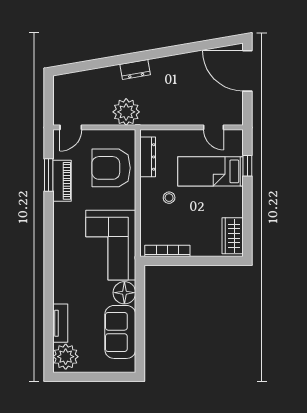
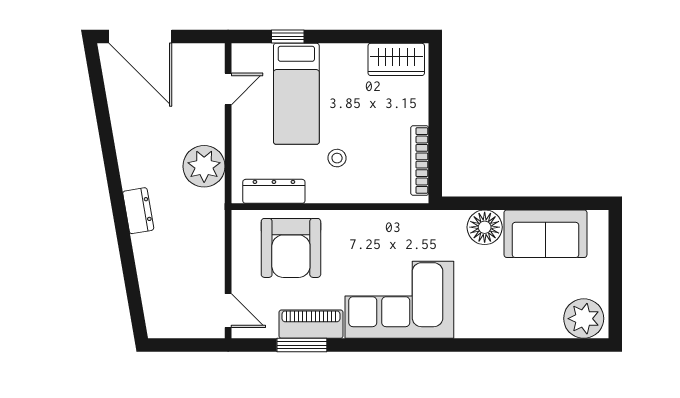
door: (247, 71) -> (140, 37), hinge flipped
plant: (126, 112) -> (204, 166), moved
corner sofa: (111, 245) -> (399, 300), moved, turned 180
tv unit: (60, 323) -> (532, 327), removed

